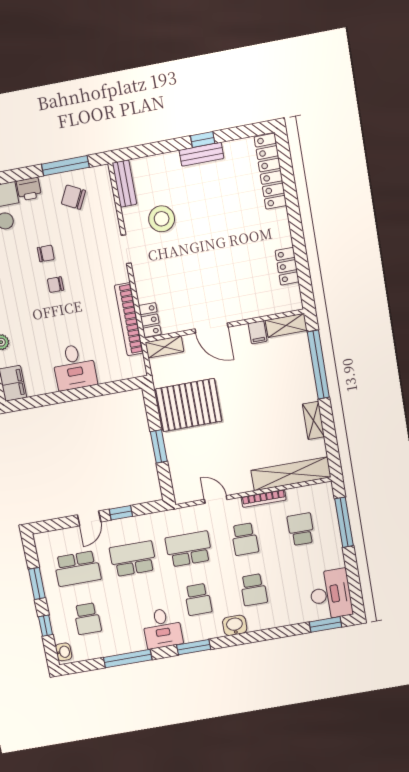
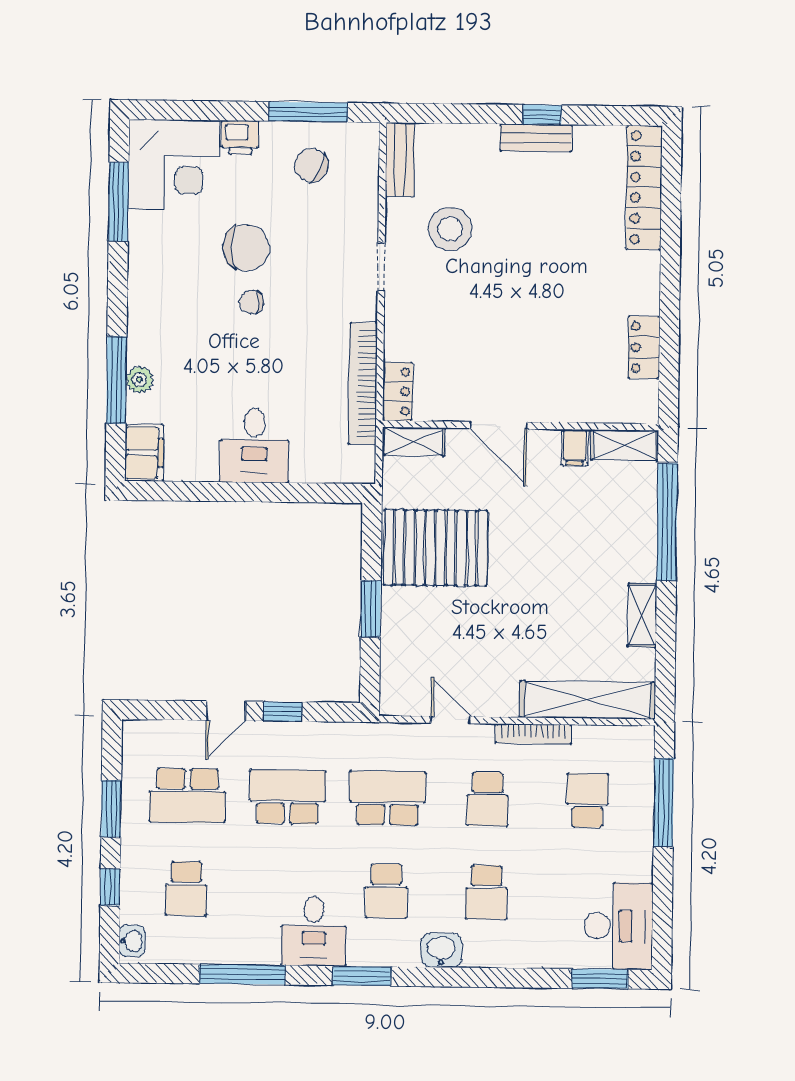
chair: (46, 253) -> (246, 248), width x1.87, depth x1.87

